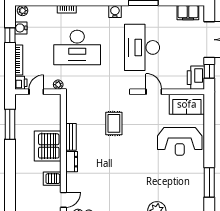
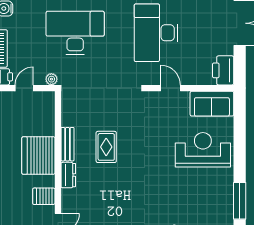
desk: (77, 47) -> (75, 33), turned 180
window: (209, 71) -> (240, 63), removed
rug: (114, 123) -> (106, 147), moved
reception desk: (180, 141) -> (203, 150), turned 180

